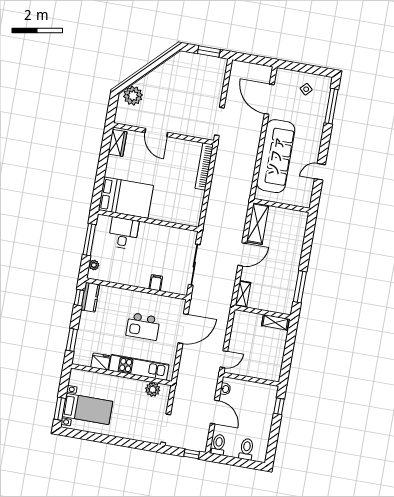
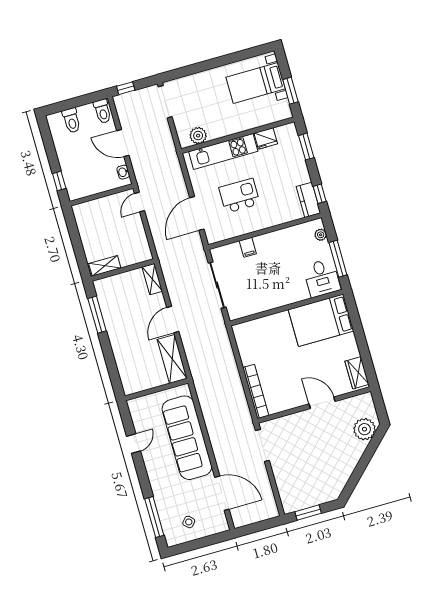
desk: (123, 233) -> (322, 278), moved
window: (60, 409) -> (290, 91), moved

